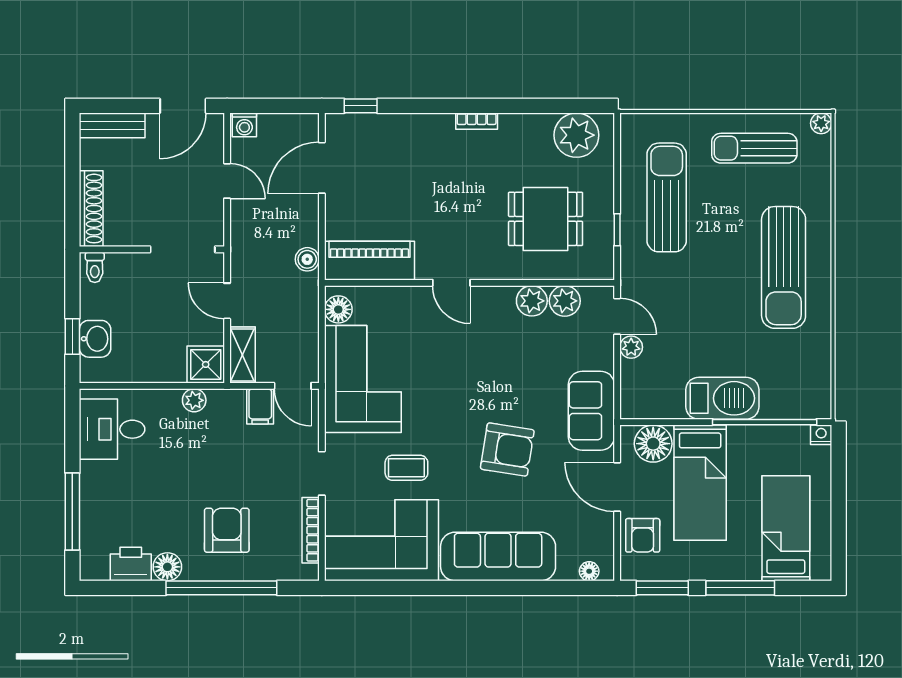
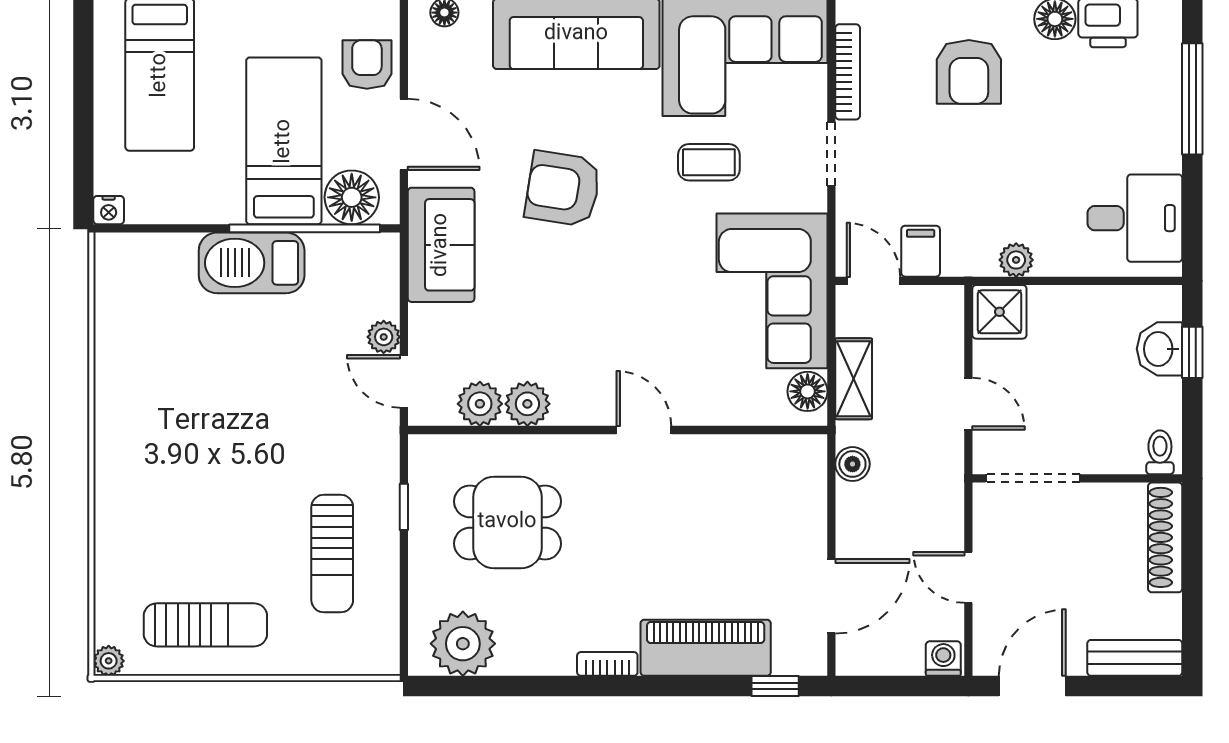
sun lounger: (667, 197) -> (332, 554), width x0.73, depth x0.75
piano: (369, 261) -> (706, 648), moved, turned 180
sun lounger: (784, 267) -> (163, 452), removed
shelving: (242, 355) -> (854, 379), moved
window: (765, 422) -> (305, 228), moved

